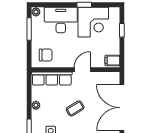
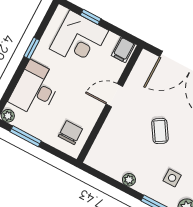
corner desk: (93, 22) -> (79, 40), moved, turned 90
door: (82, 70) -> (114, 95), hinge flipped
row of seats: (52, 79) -> (105, 141), removed

